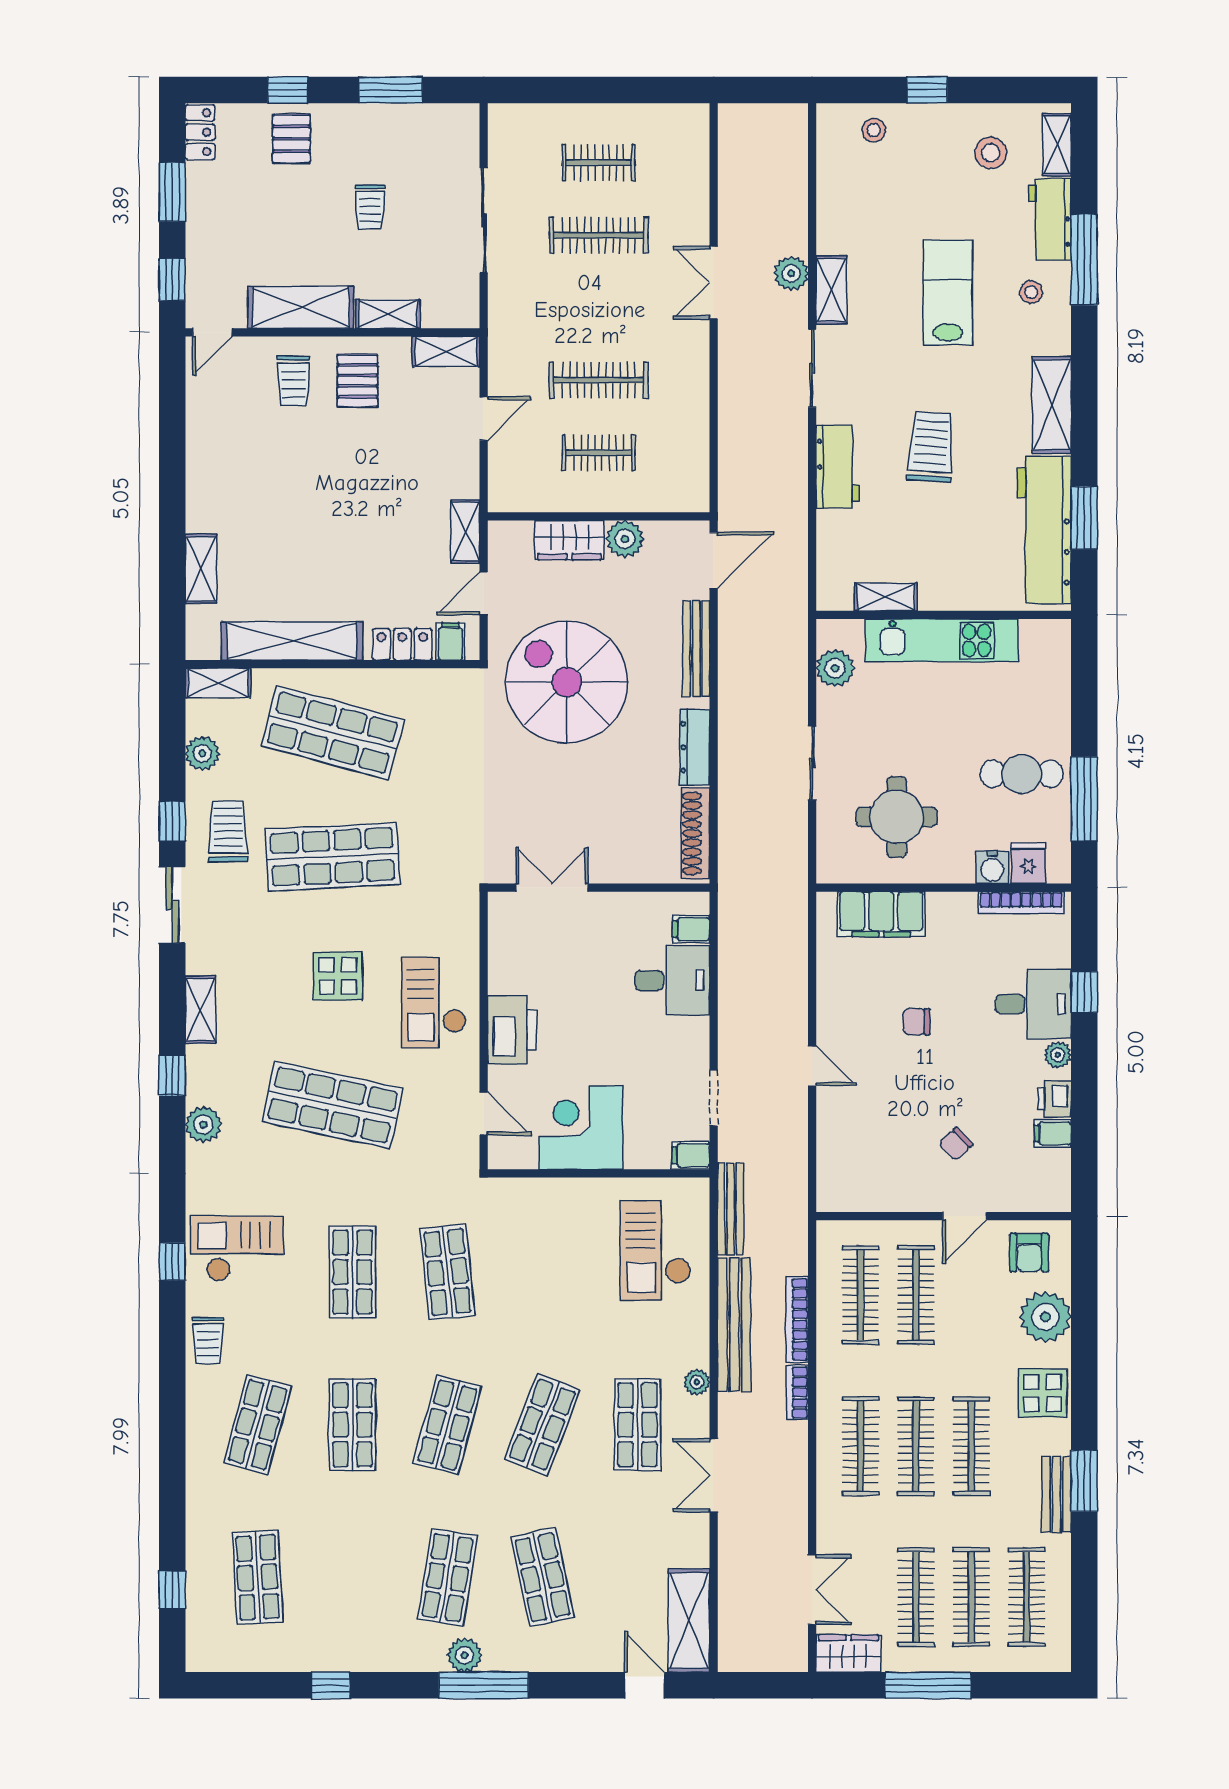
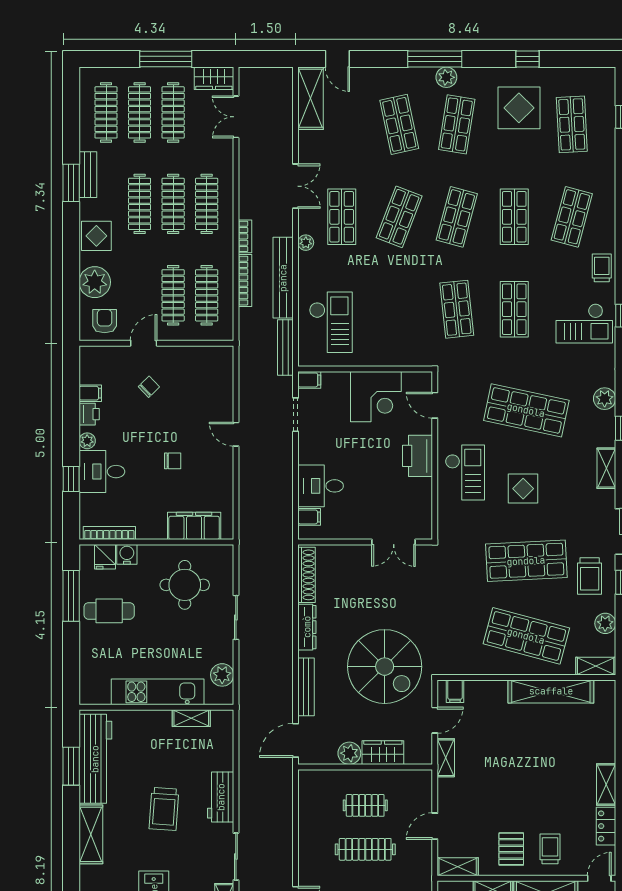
shelving: (201, 569) -> (606, 784), moved
locker: (402, 644) -> (606, 826), moved, turned 90
display table: (345, 1605) -> (519, 108), added

